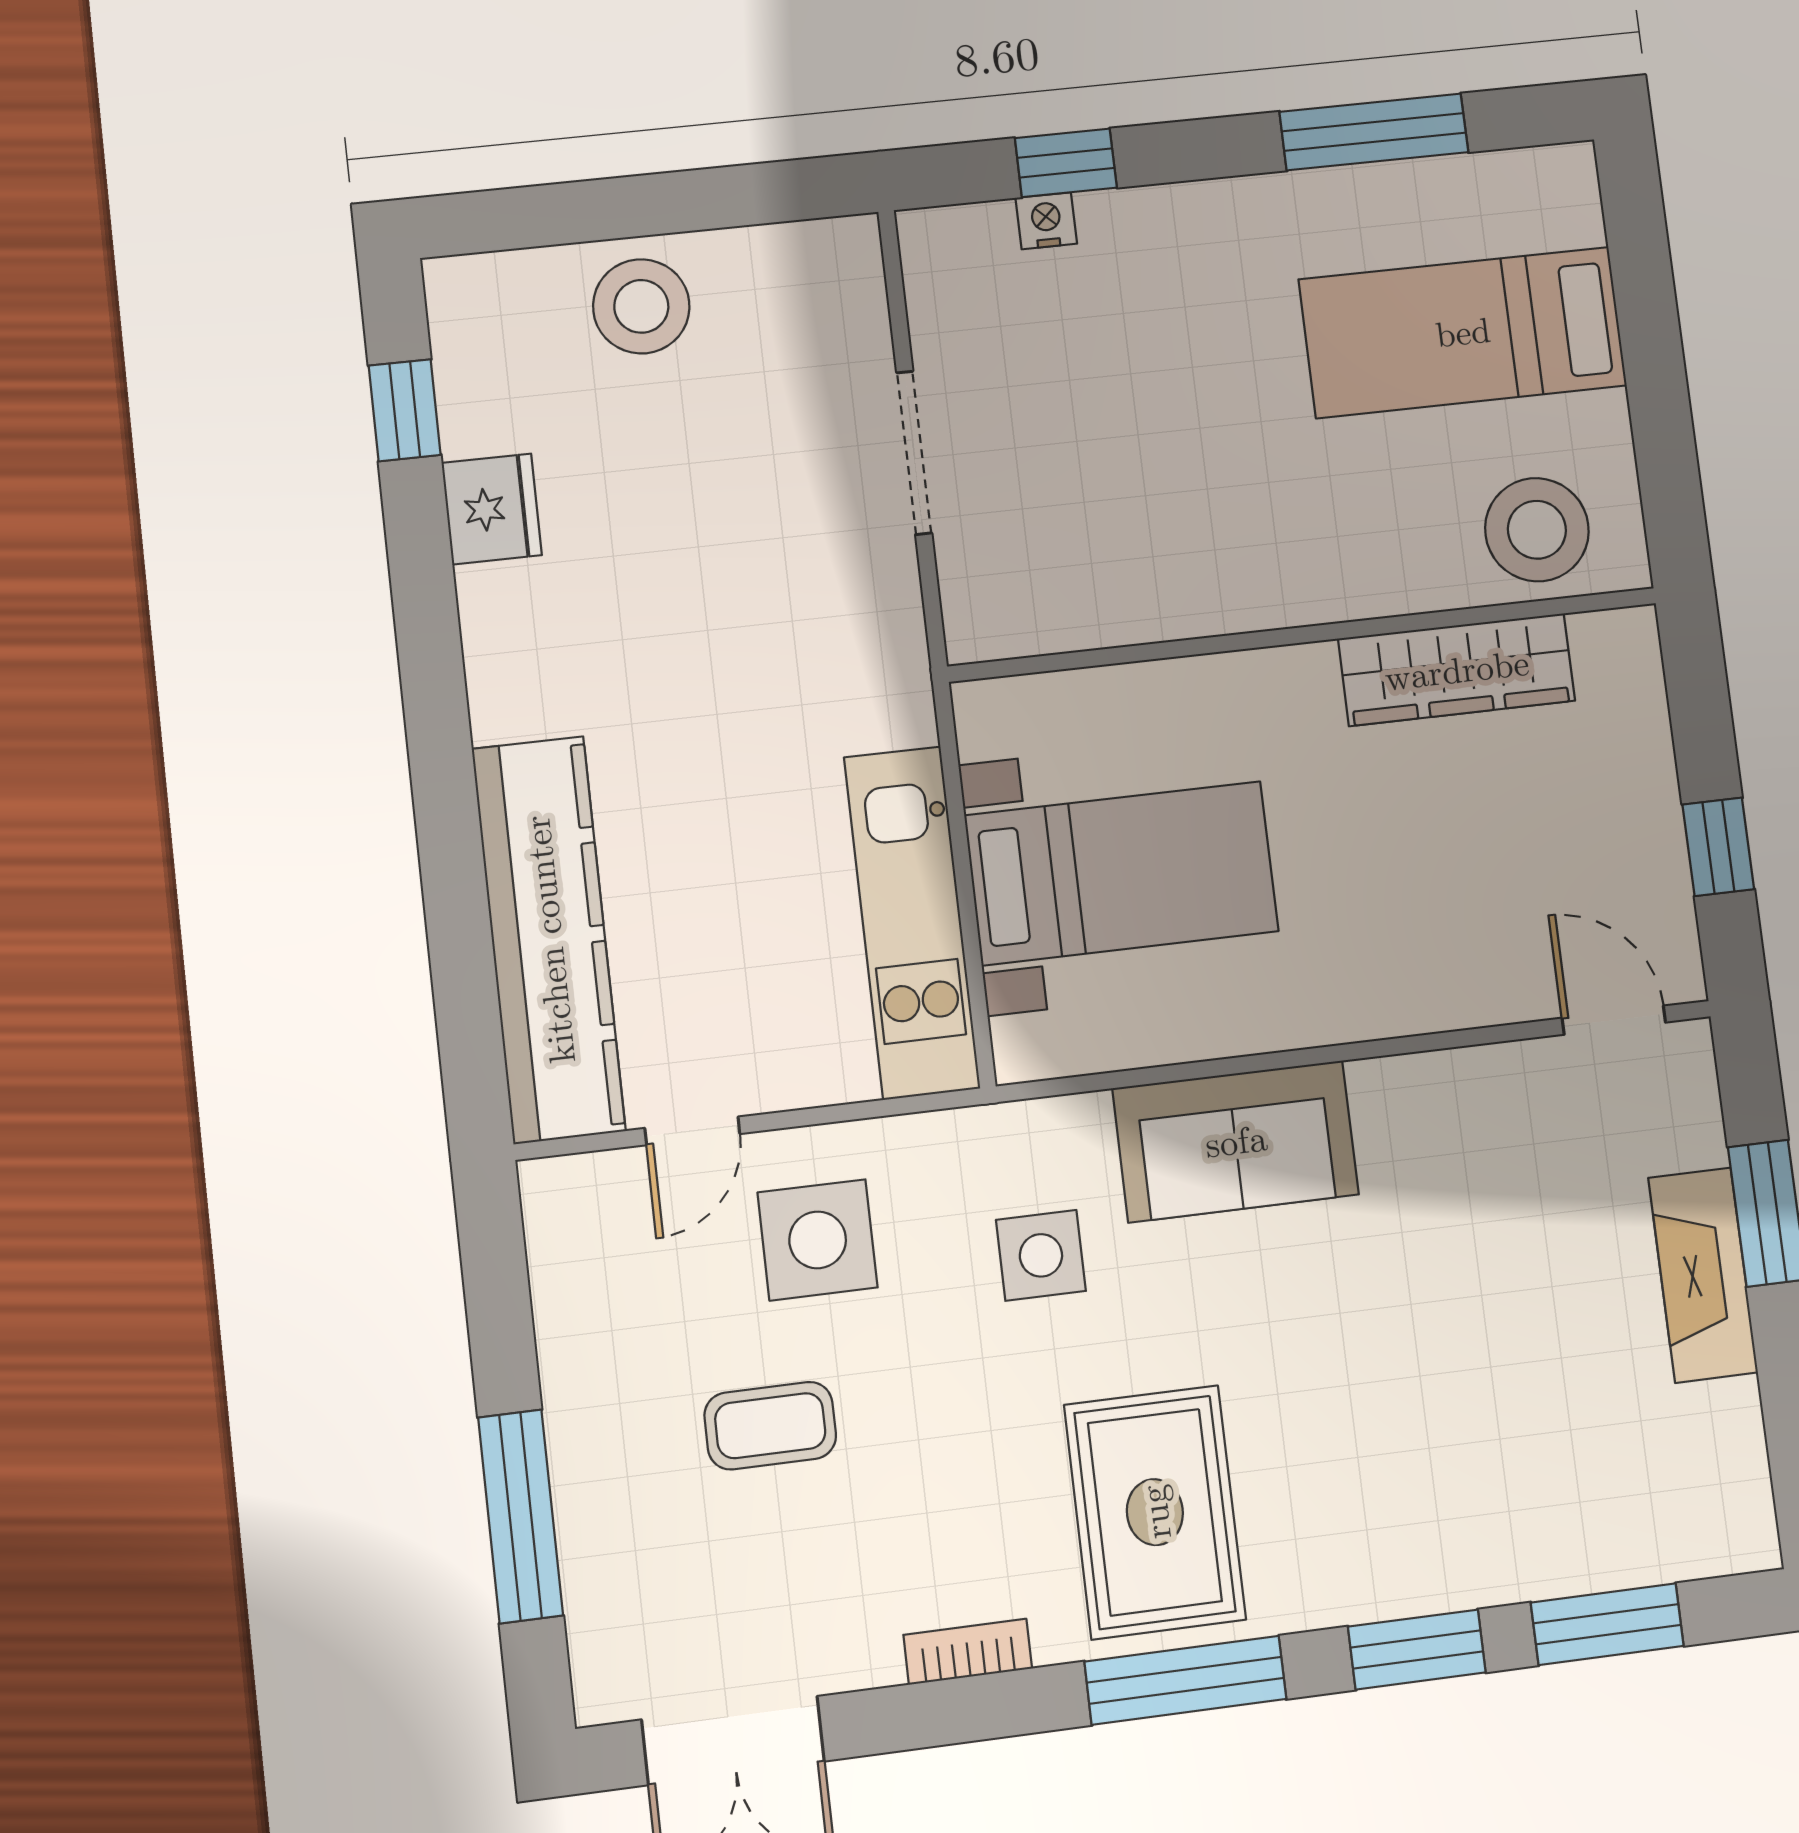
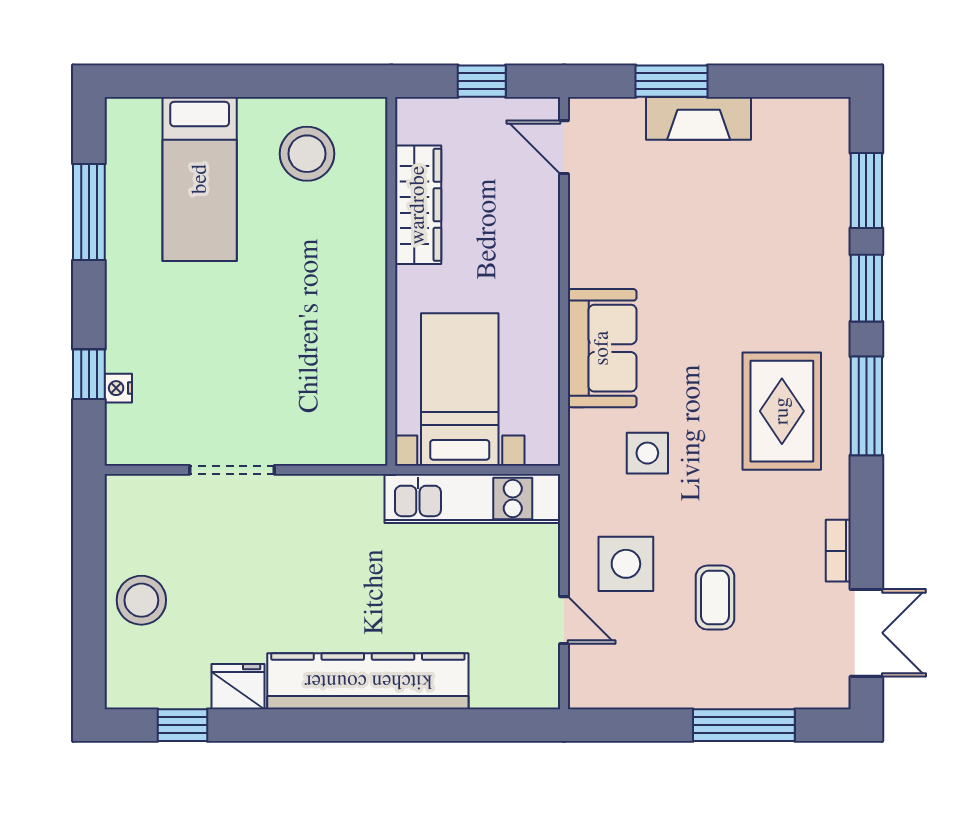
wall: (1304, 635) -> (391, 281), moved
wardrobe: (1457, 670) -> (418, 205), moved
kitchen counter: (549, 939) -> (368, 681), moved
door: (1614, 1020) -> (564, 147), hinge flipped
rug: (1155, 1512) -> (782, 411), turned 90
bookcase: (968, 1652) -> (838, 551), moved

